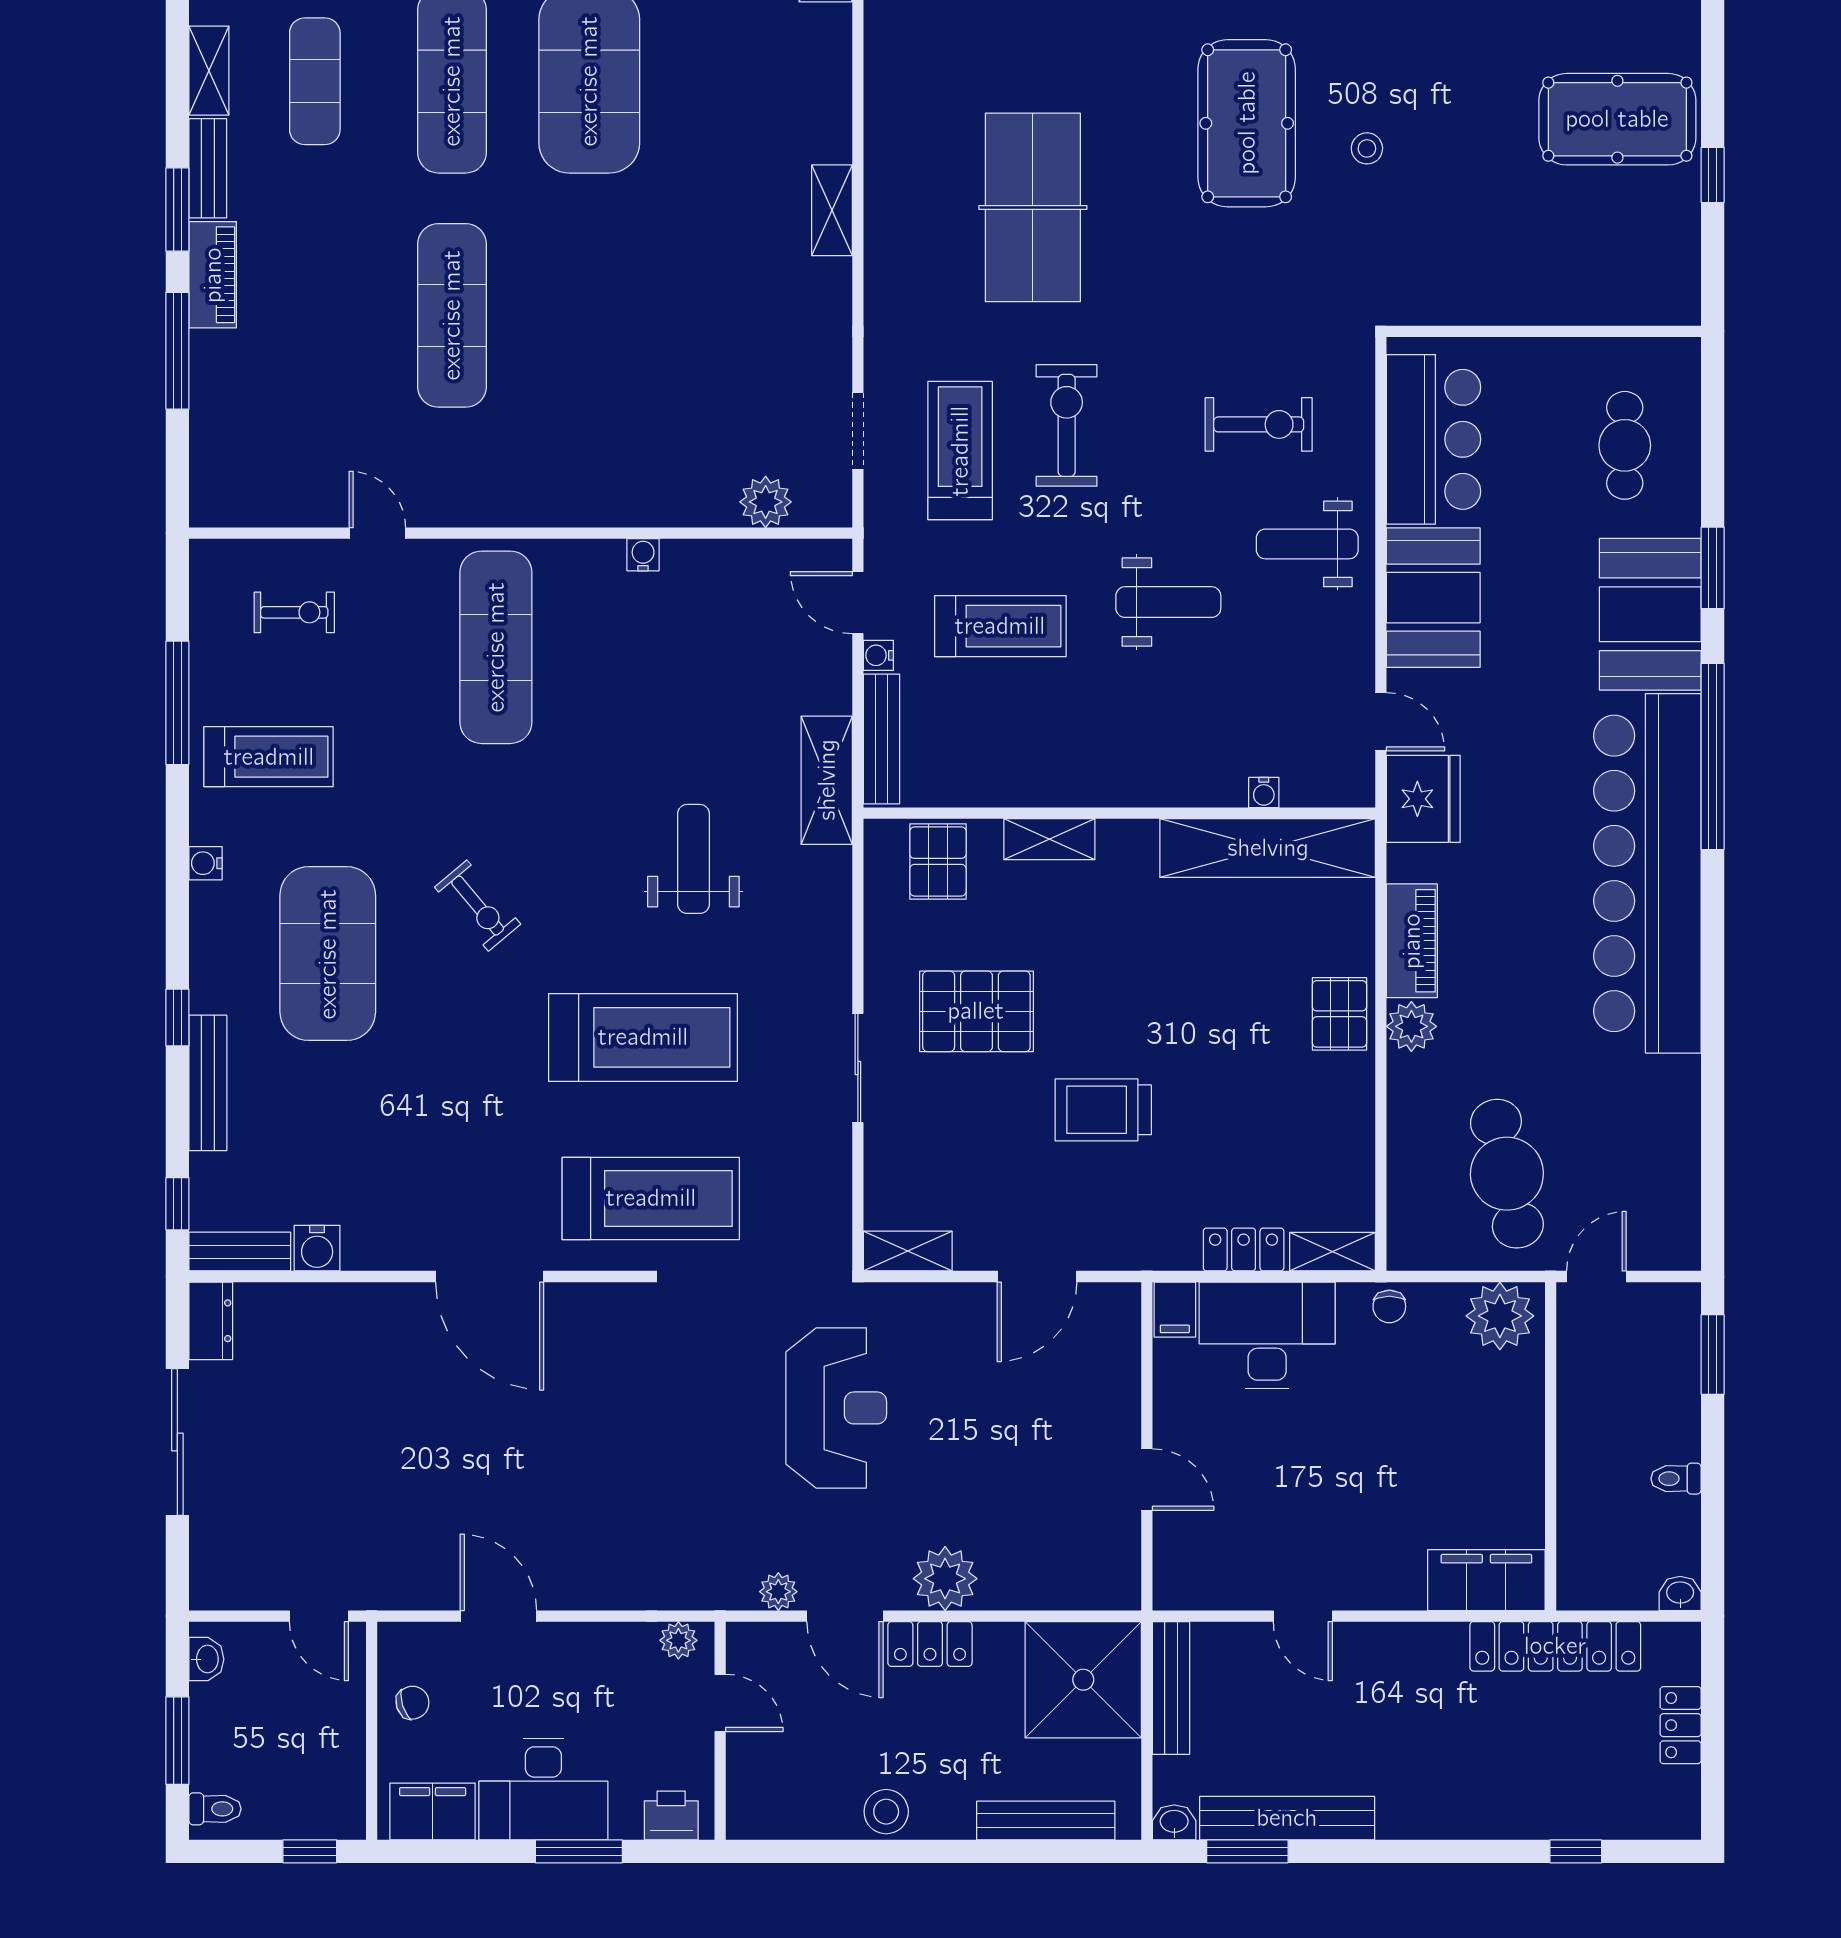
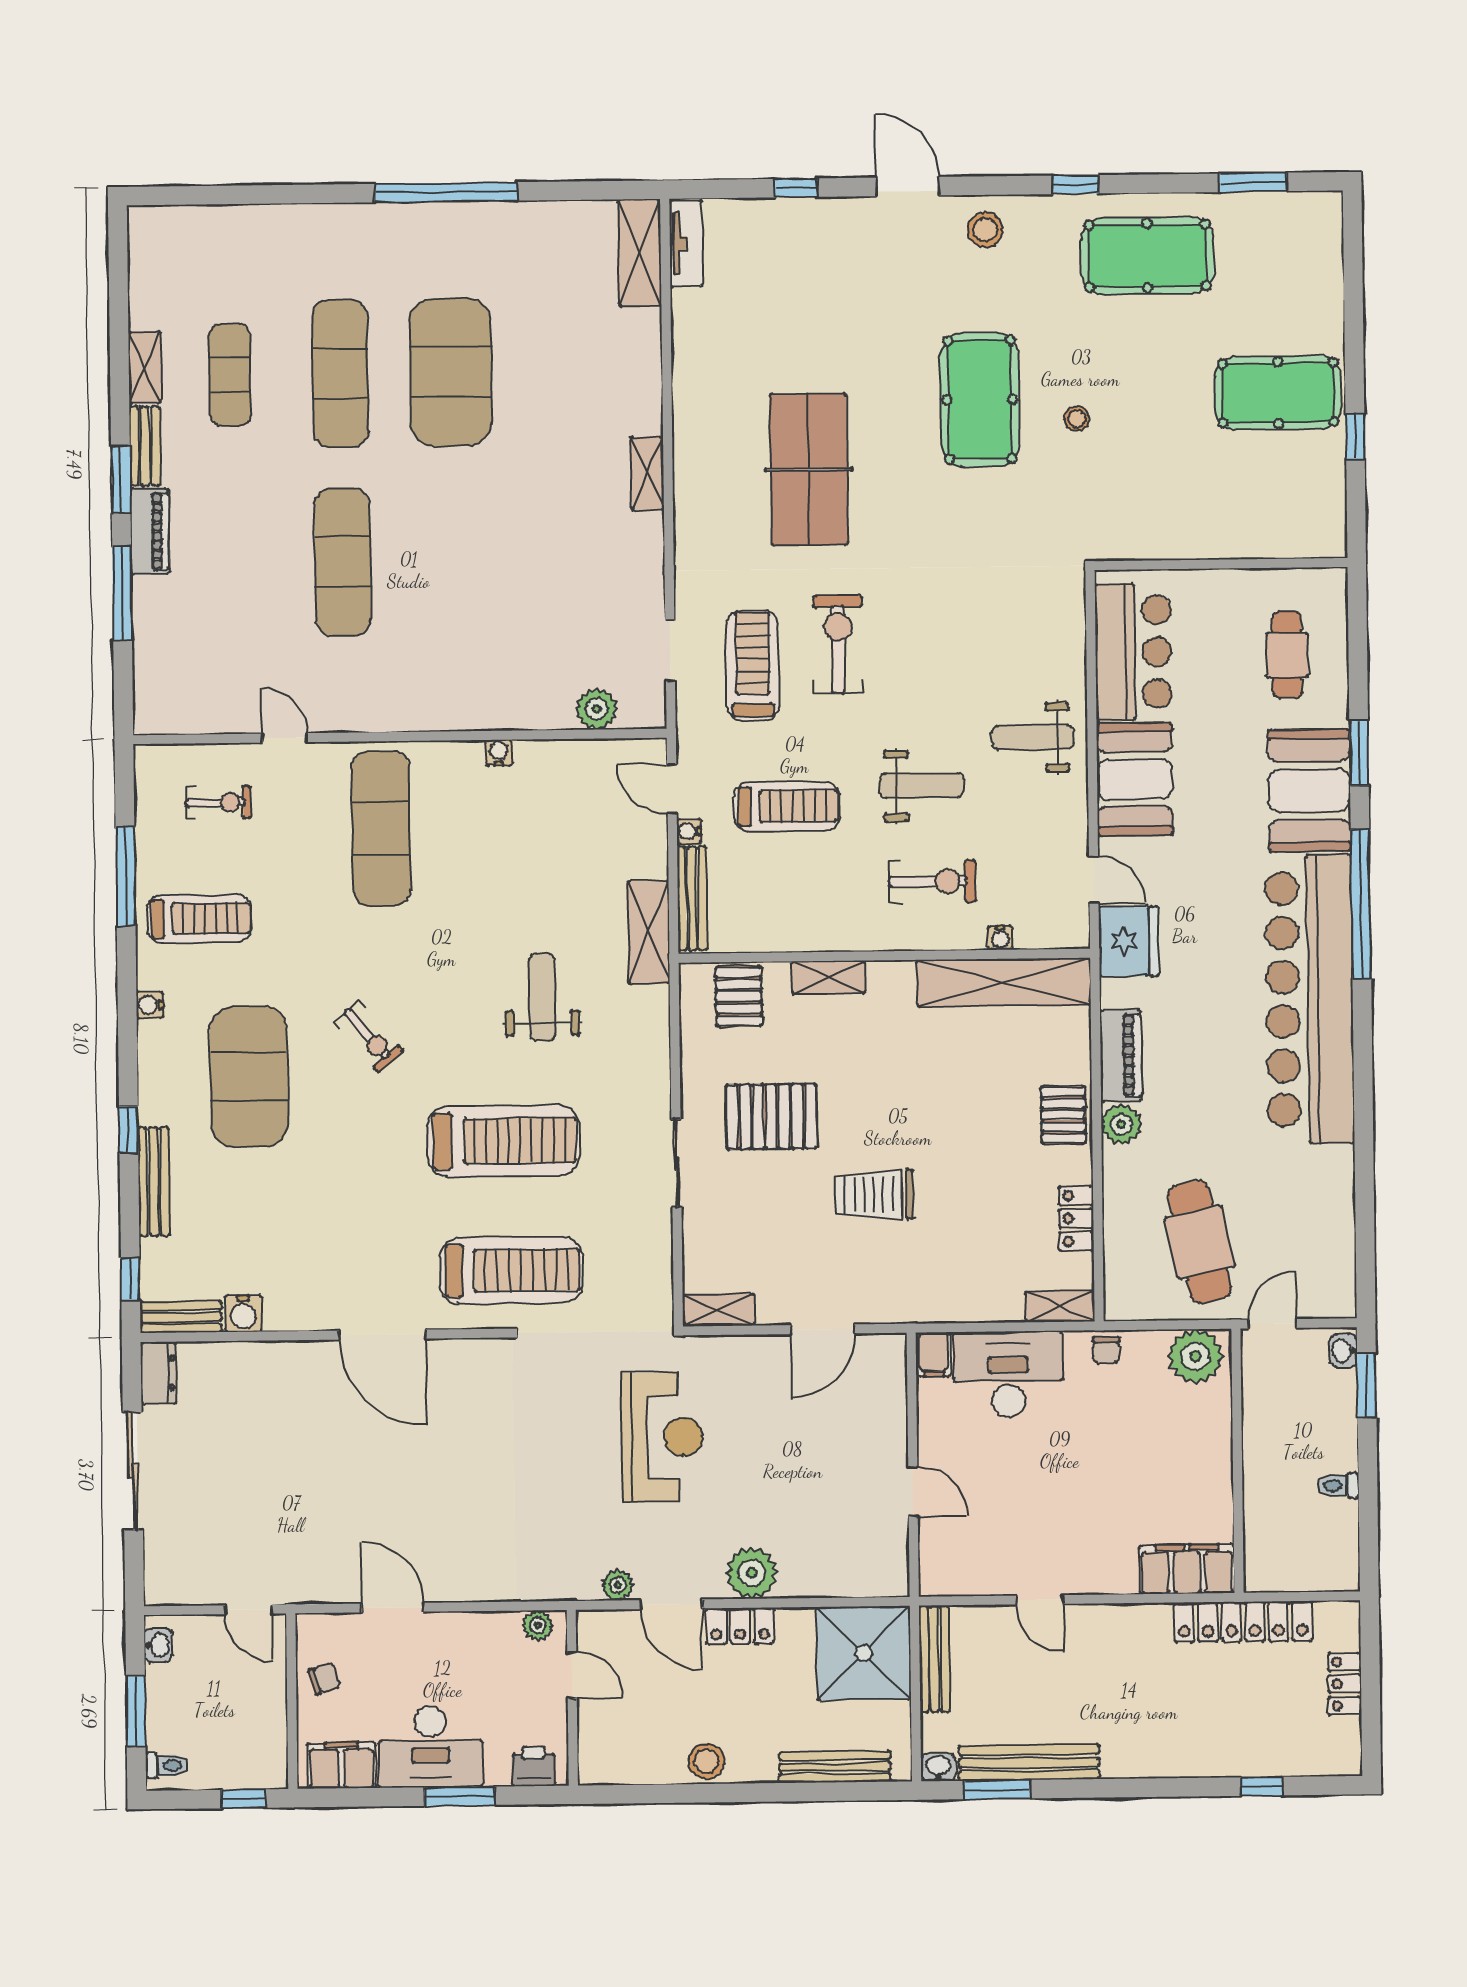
exercise bike: (1259, 424) -> (932, 882), moved
locker: (1244, 1250) -> (1076, 1219), moved, turned -90
washbasin: (1680, 1593) -> (1343, 1351), moved, turned -90

